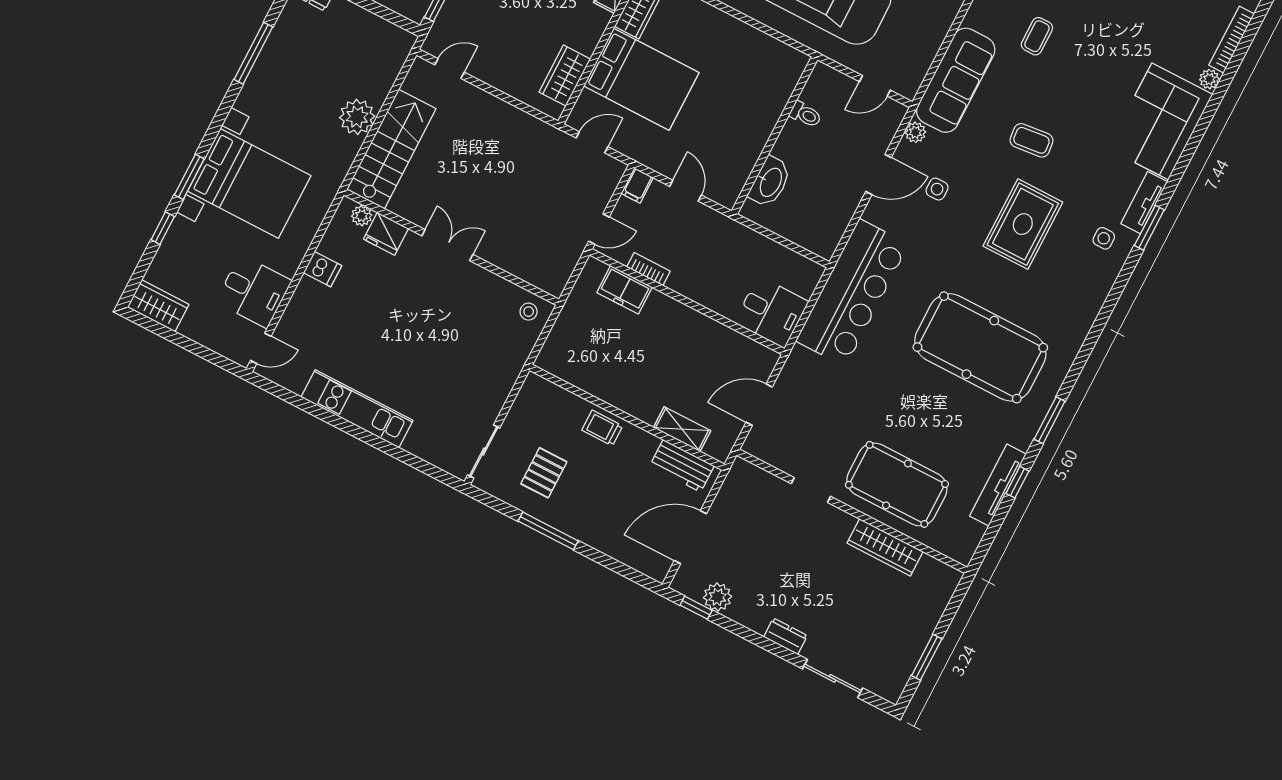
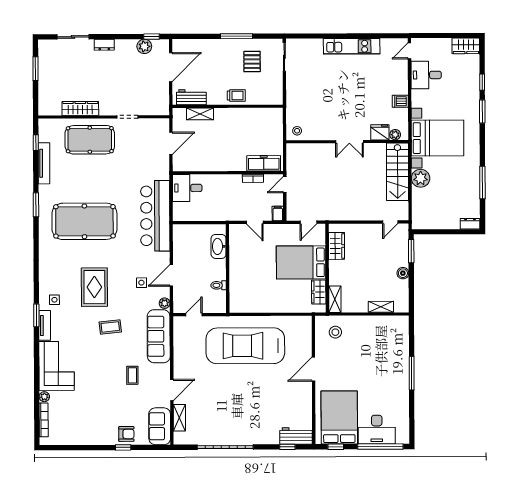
bed with nightstands: (249, 183) -> (437, 138), moved, turned 180
freezer: (624, 290) -> (264, 163), width x1.40
window: (1017, 482) -> (36, 143), moved

